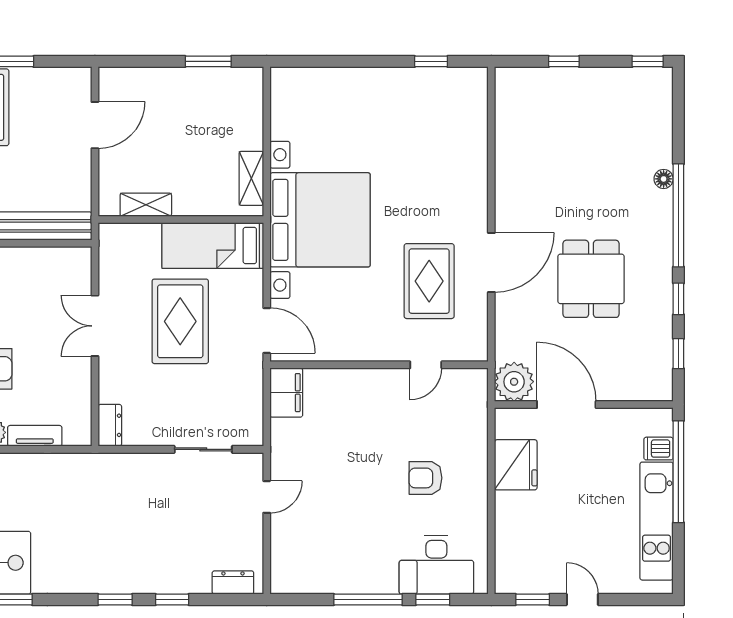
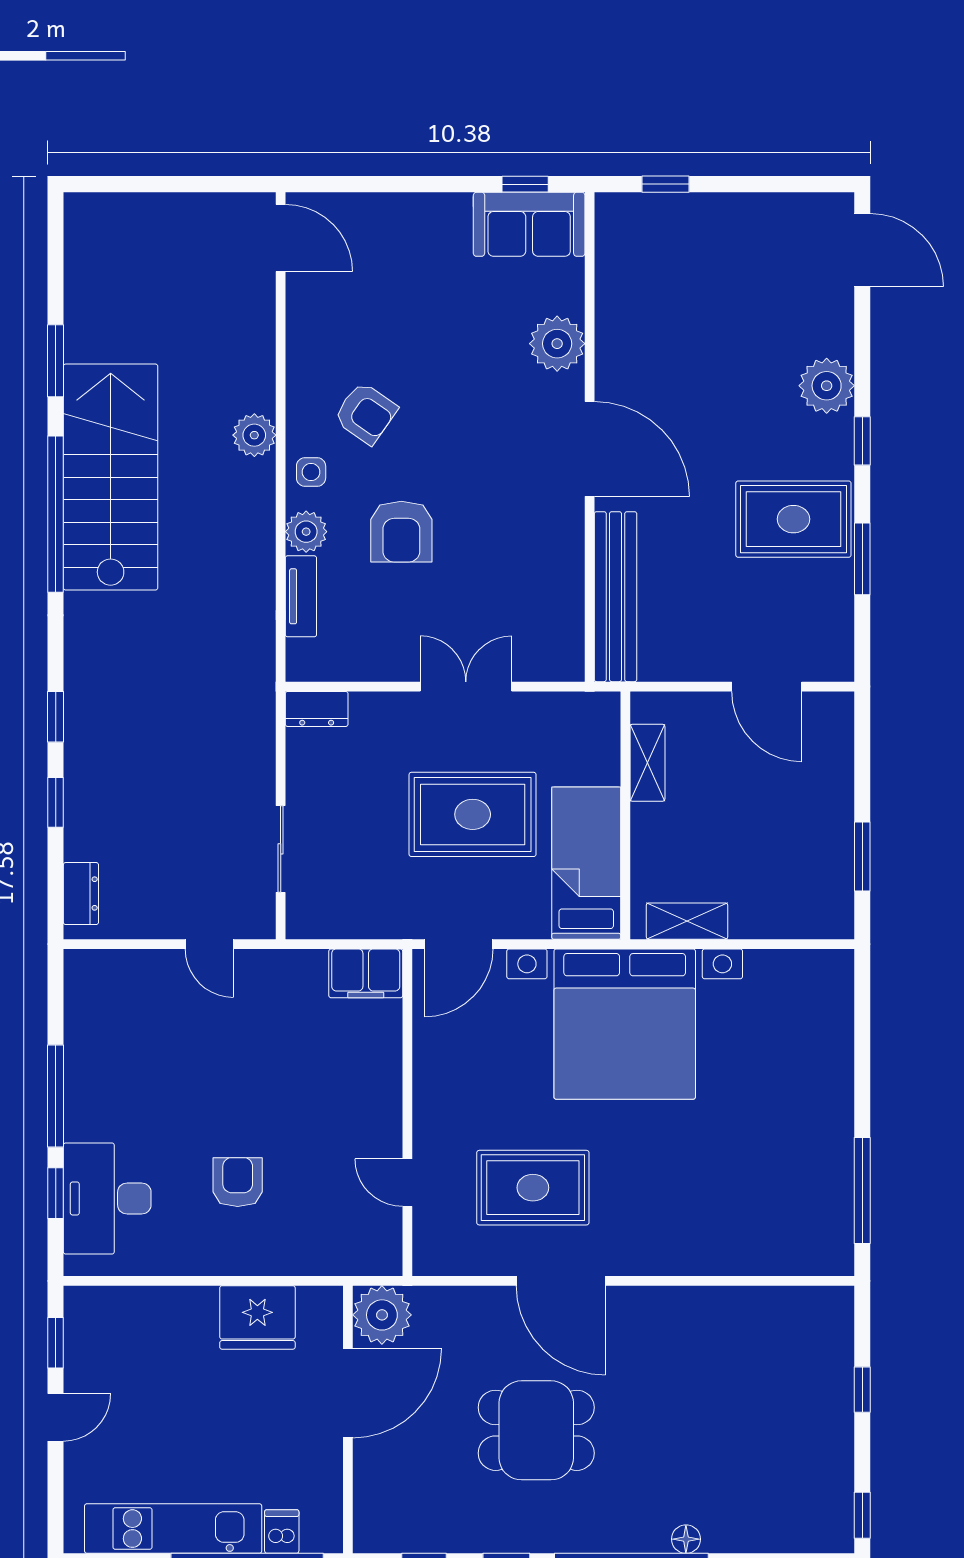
window: (431, 61) -> (862, 1191), width x2.17

